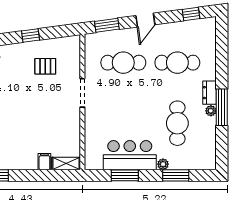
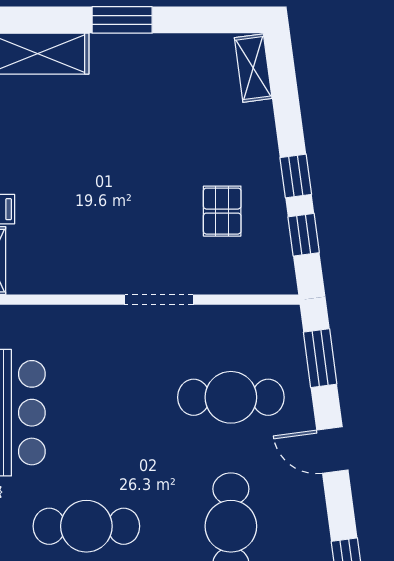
window: (55, 32) -> (304, 235), added
cafe table: (123, 63) -> (231, 397), turned 90

